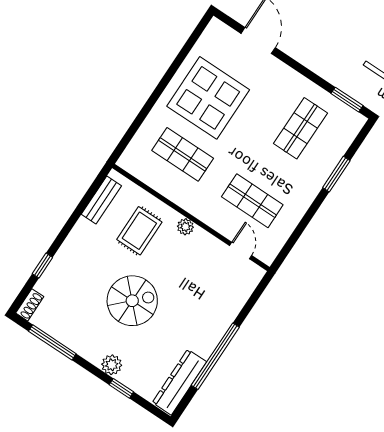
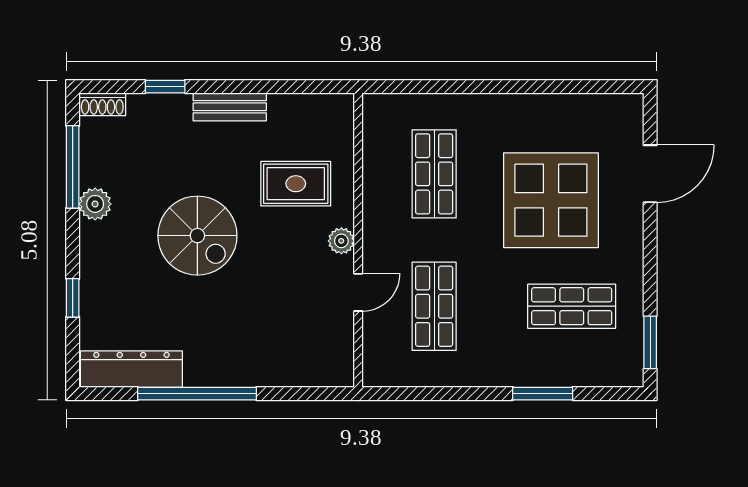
display table: (208, 98) -> (551, 200), moved
bench: (101, 200) -> (230, 107), moved
door: (241, 251) -> (358, 292), moved
plant: (112, 365) -> (95, 204), moved

